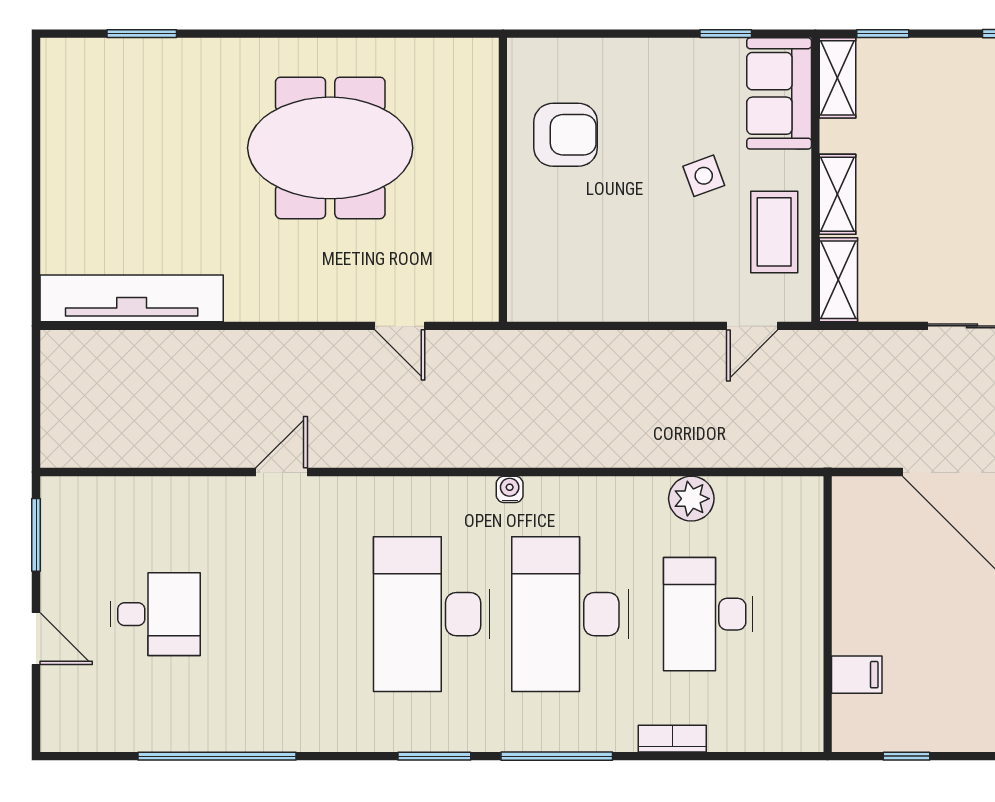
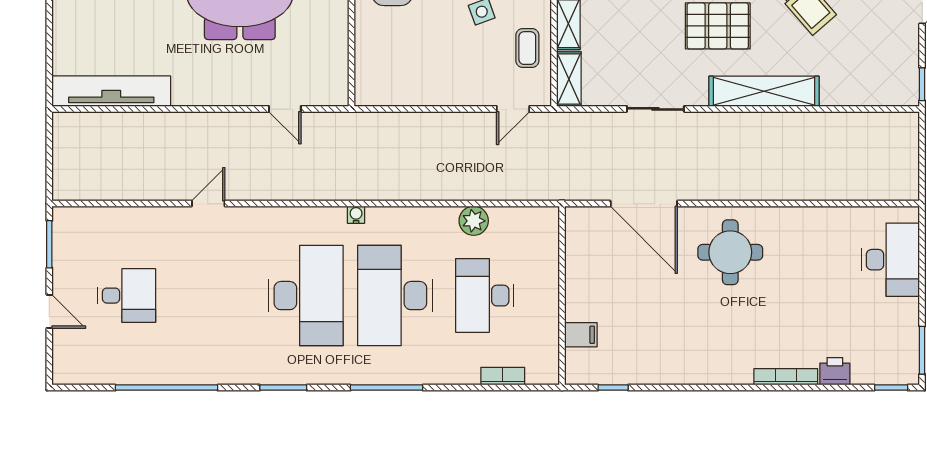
coffee table: (774, 232) -> (527, 48), width x0.73, depth x0.77
desk: (432, 614) -> (306, 296), turned 180
bookcase: (672, 739) -> (503, 376), moved
window: (434, 756) -> (283, 388), moved

